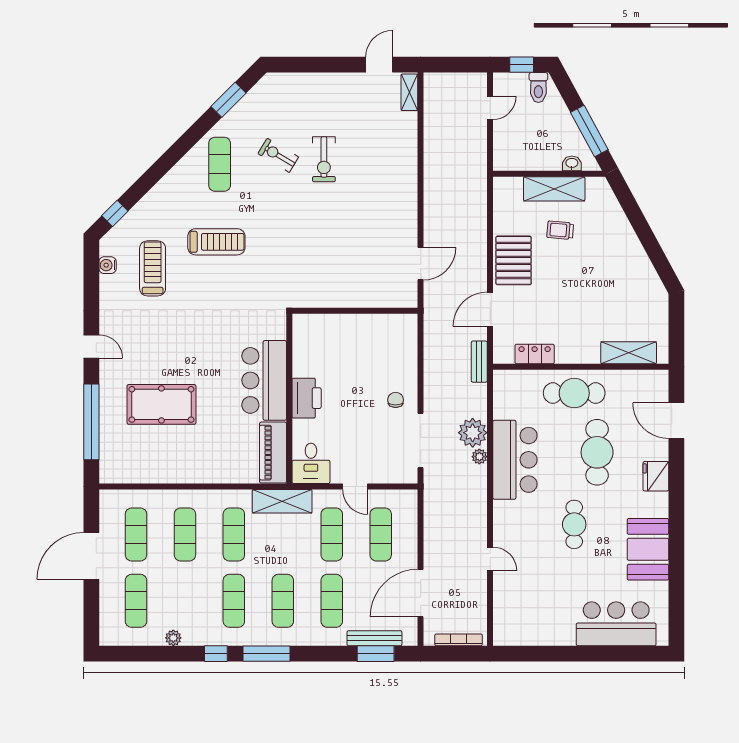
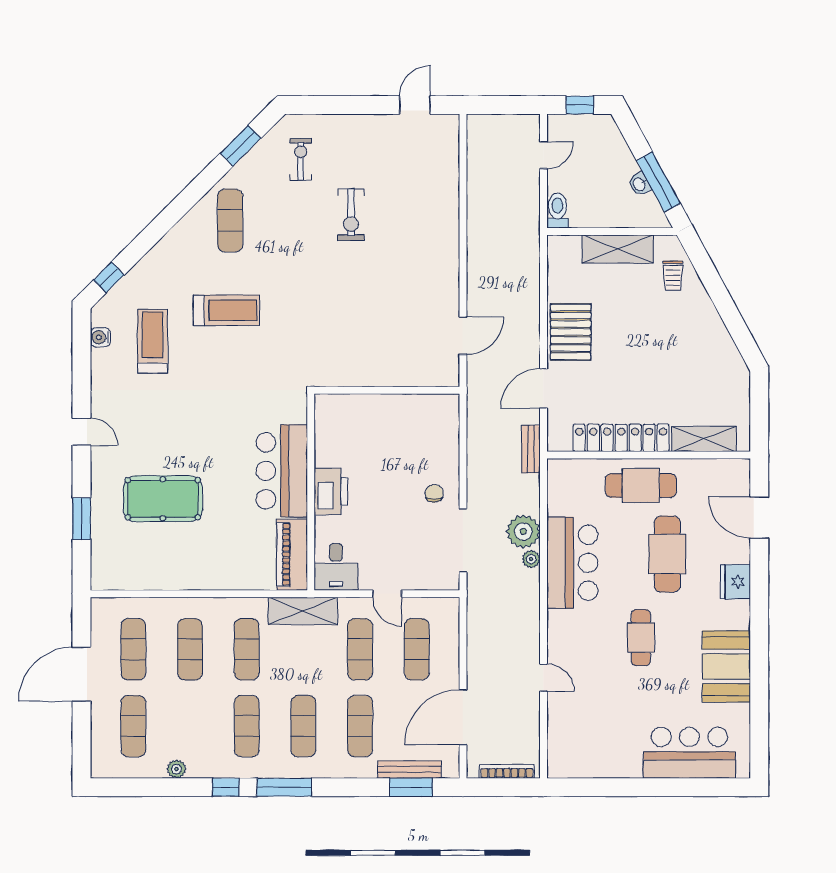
toilet: (538, 87) -> (557, 211), moved, turned 180
shelving: (409, 92) -> (450, 137), removed
exercise bike: (278, 155) -> (301, 159), moved, turned 59
washbasin: (572, 163) -> (639, 184), moved, turned -118
trolley: (560, 230) -> (673, 276), moved, turned -95
locker: (535, 354) -> (621, 438), width x2.16, depth x1.21
window: (91, 422) -> (82, 519), width x0.47

